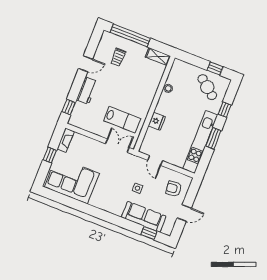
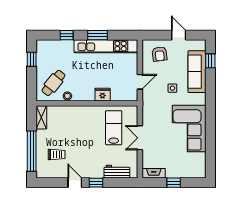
cafe table: (207, 87) -> (53, 83), moved
workbench: (87, 91) -> (117, 172), moved
window: (69, 107) -> (96, 183), moved
double door: (117, 146) -> (140, 138), moved
corner sofa: (72, 180) -> (189, 128), moved

